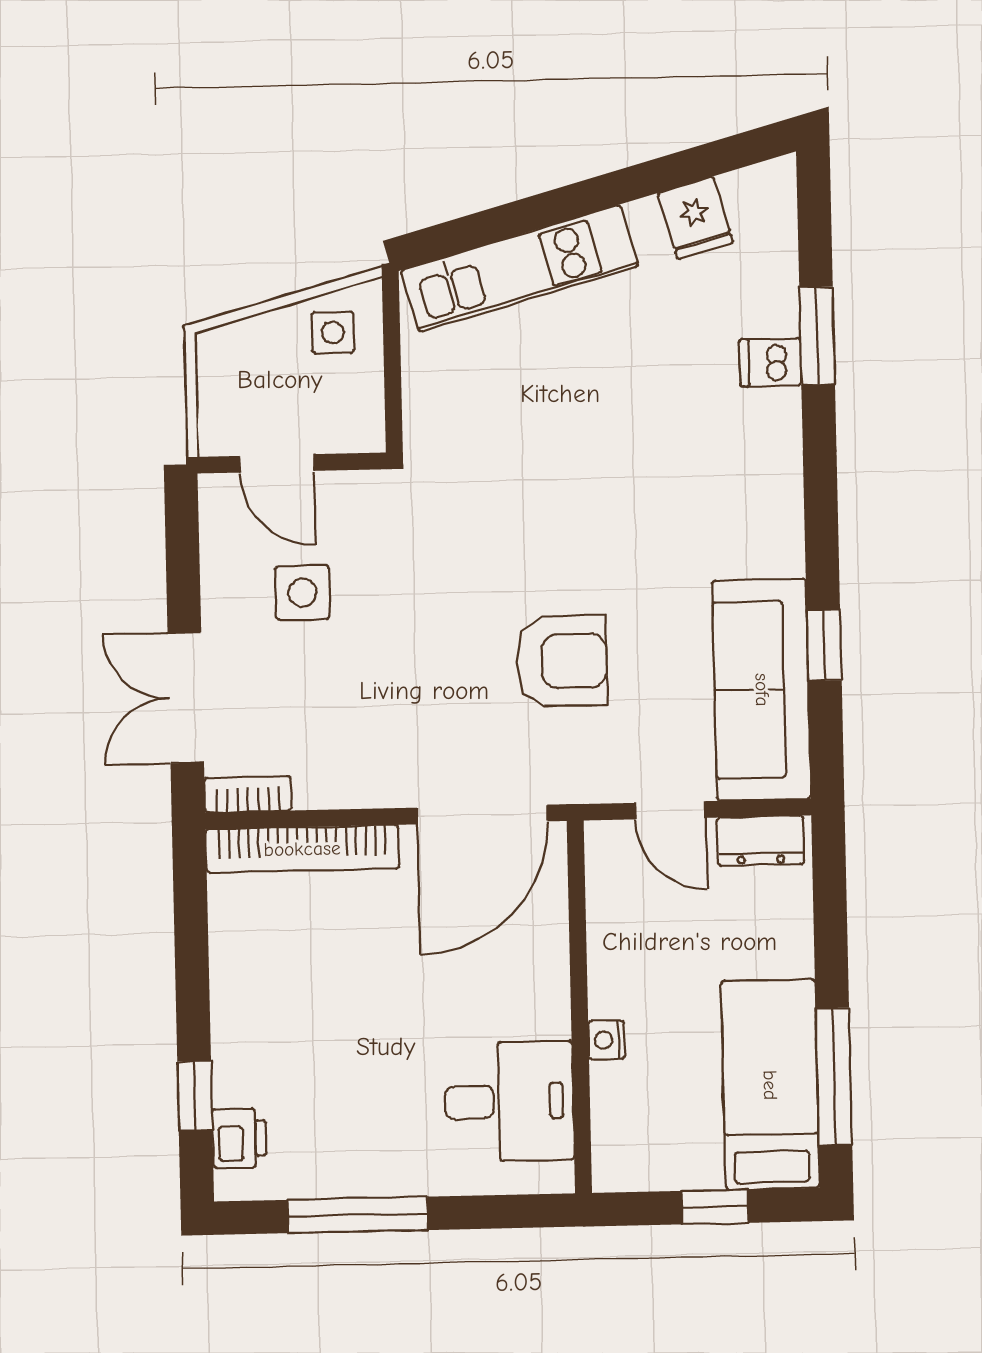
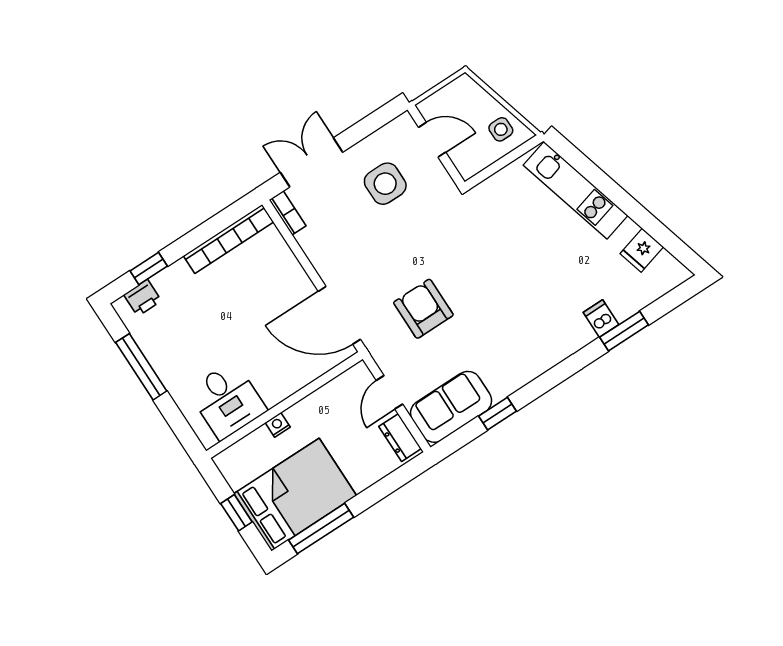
door: (277, 463) -> (432, 140), swing flipped
side table: (303, 593) -> (385, 184), width x1.37, depth x1.37
armchair: (562, 661) -> (423, 309), turned 180
sofa: (762, 690) -> (451, 407), width x0.73
bookcase: (302, 849) -> (228, 239), moved, turned -90
bed: (770, 1085) -> (295, 495), width x1.50

